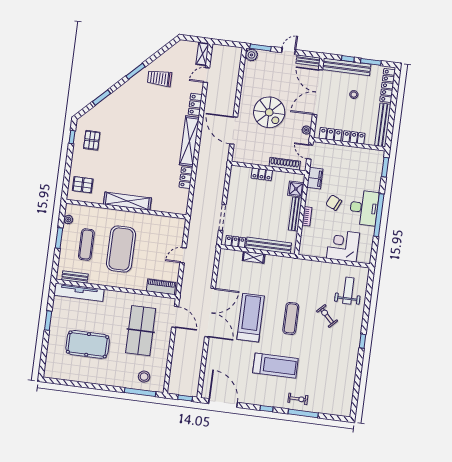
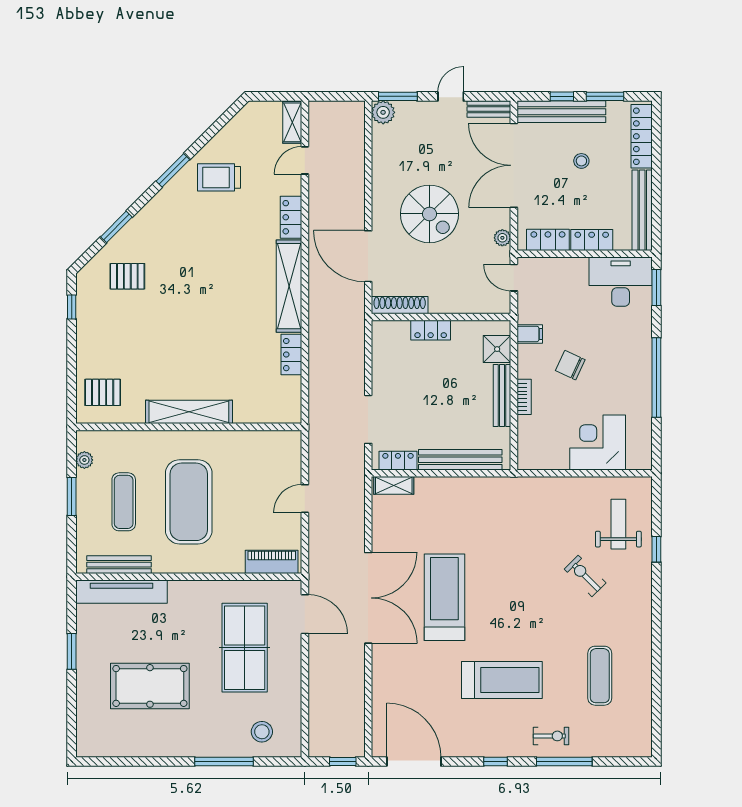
pallet: (92, 140) -> (127, 276), moved, turned 90
shoe rack: (285, 164) -> (400, 305), moved
filing cabinet: (315, 178) -> (530, 334), width x0.50
desk: (364, 208) -> (621, 282), moved, turned -90
shelving: (254, 257) -> (394, 485), moved
bench: (75, 277) -> (119, 565), width x1.36
exercise mat: (291, 318) -> (600, 676), moved
window: (362, 341) -> (656, 549), moved
window: (140, 392) -> (224, 762), moved

